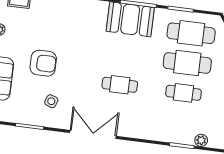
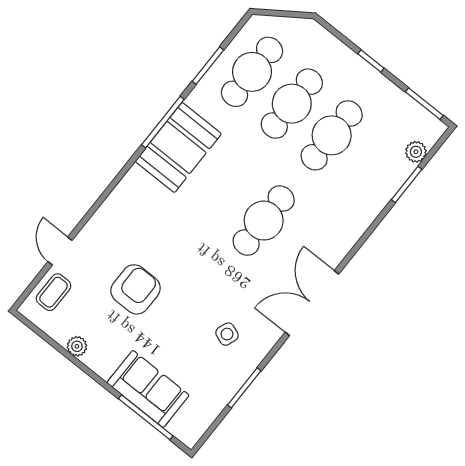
armchair: (43, 63) -> (136, 289), moved
cafe table: (120, 85) -> (264, 221), width x1.37, depth x1.35
cafe table: (184, 93) -> (332, 135), width x1.37, depth x1.35

